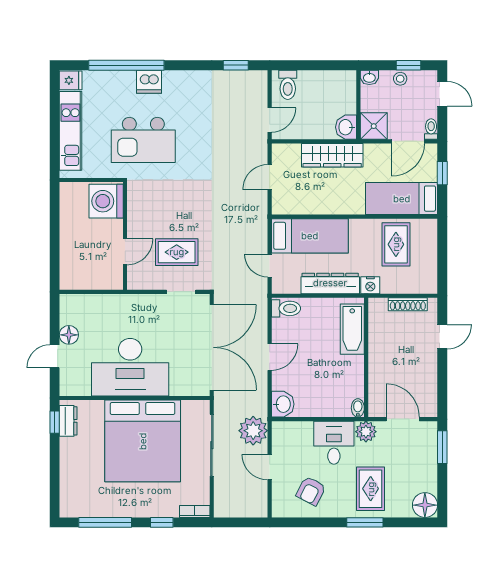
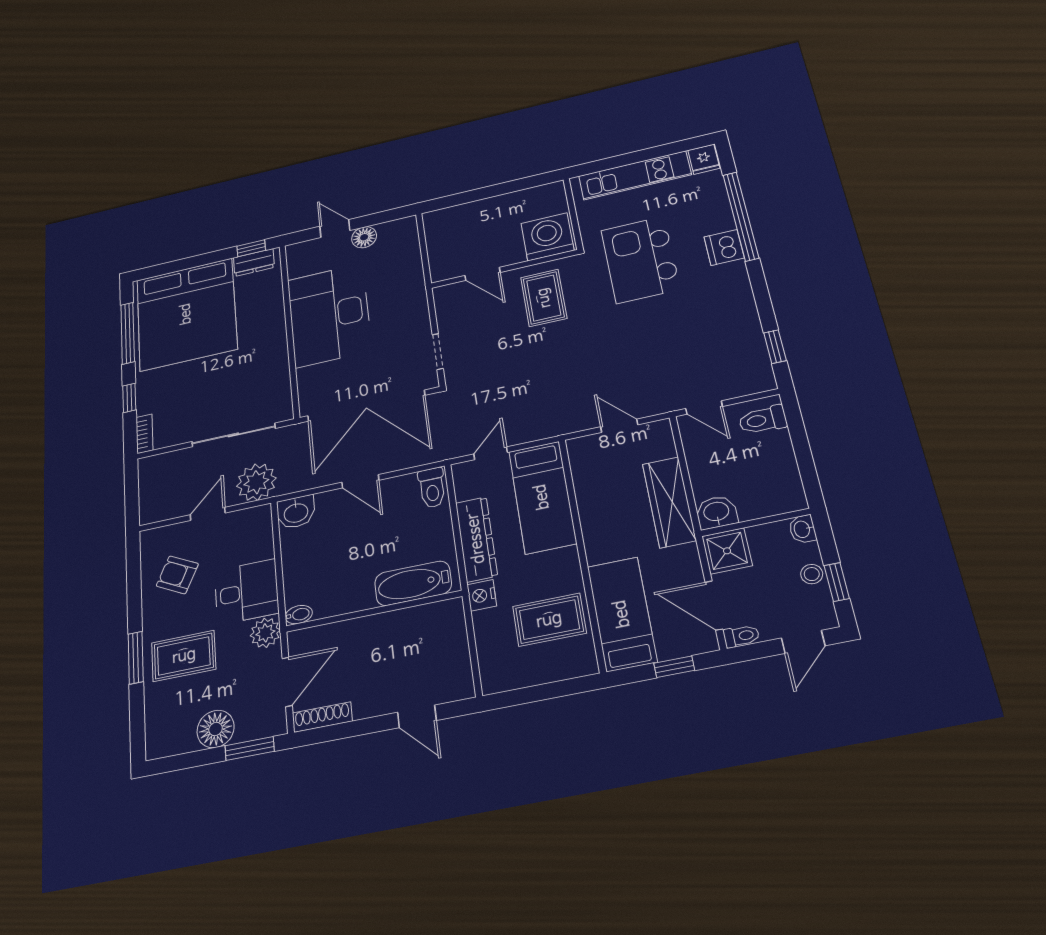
rug: (177, 252) -> (544, 298), moved
shoe rack: (408, 304) -> (322, 717), moved, turned 90
bed: (143, 441) -> (186, 314), moved, turned -90
floor lamp: (425, 505) -> (216, 729), moved

